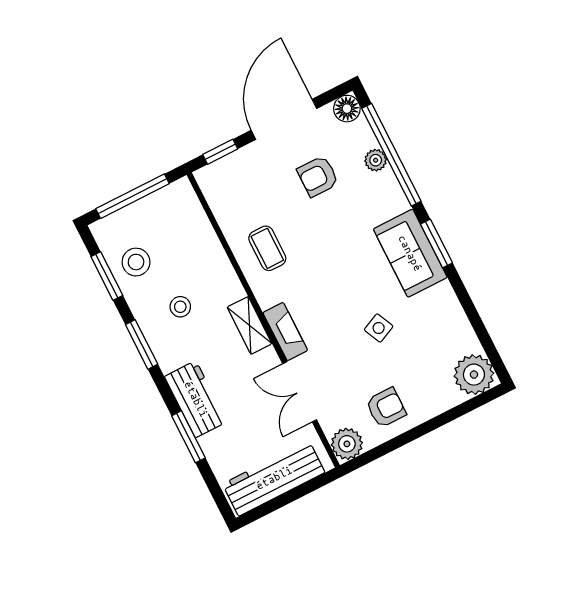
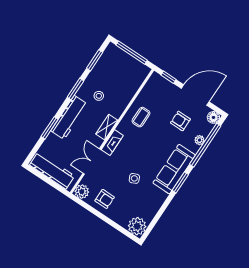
sofa: (410, 253) -> (174, 169), width x1.36
stool: (136, 262) -> (107, 69), removed
workbench: (196, 399) -> (69, 117), width x1.37

